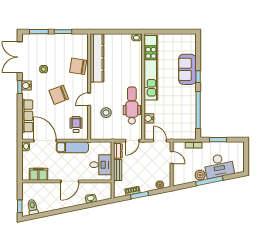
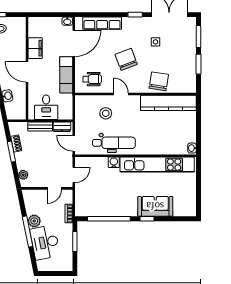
water cooler: (26, 86) -> (137, 22), removed
water cooler: (149, 118) -> (114, 162), moved
filing cabinet: (38, 174) -> (35, 48), moved

